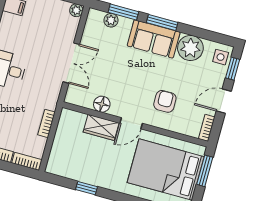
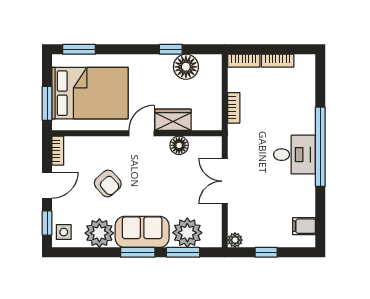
plant: (111, 20) -> (187, 233), width x1.87, depth x1.87
armchair: (165, 101) -> (108, 183), moved, turned -42
floor lamp: (78, 170) -> (186, 67), added

